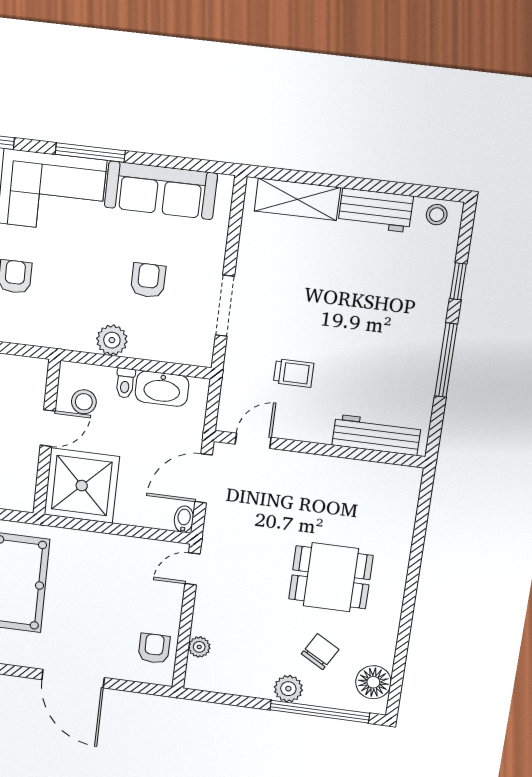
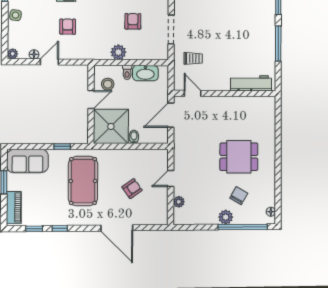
trolley: (294, 373) -> (193, 58), moved
door: (253, 441) -> (193, 93), hinge flipped
bidet: (184, 519) -> (134, 137), moved
door: (192, 569) -> (171, 178), moved
armchair: (154, 648) -> (132, 189), moved, turned 55
floor lamp: (373, 682) -> (271, 212), width x0.53, depth x0.53

